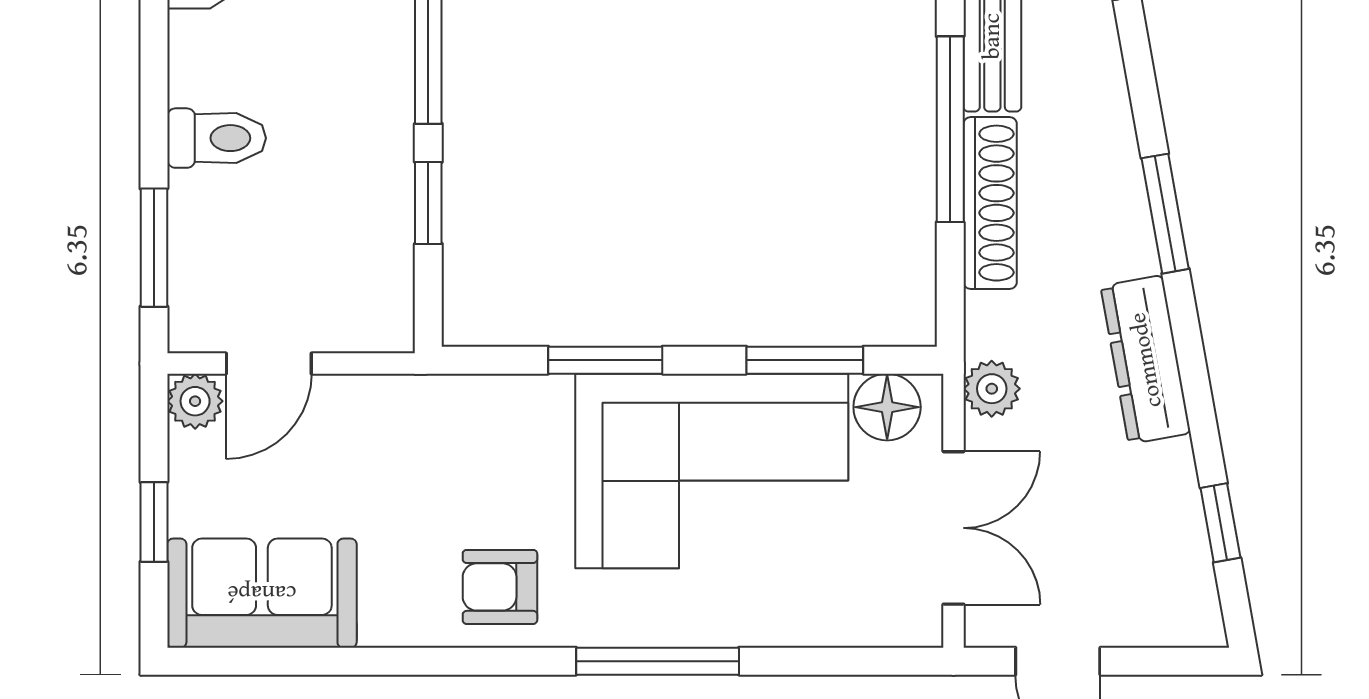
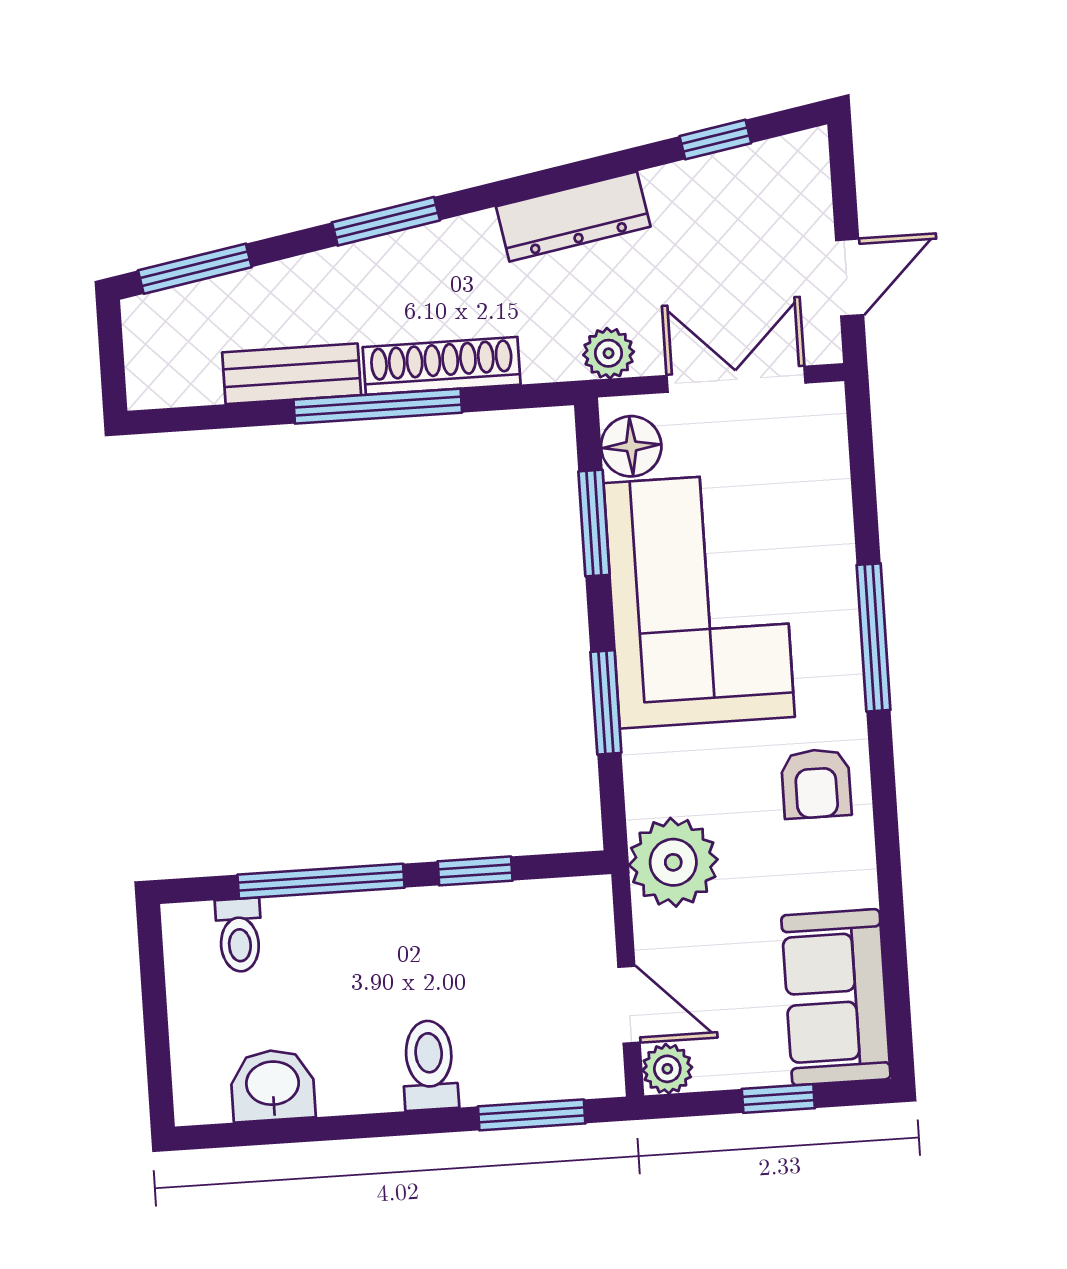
window: (1165, 214) -> (386, 221), moved
plant: (423, 423) -> (673, 862), added

